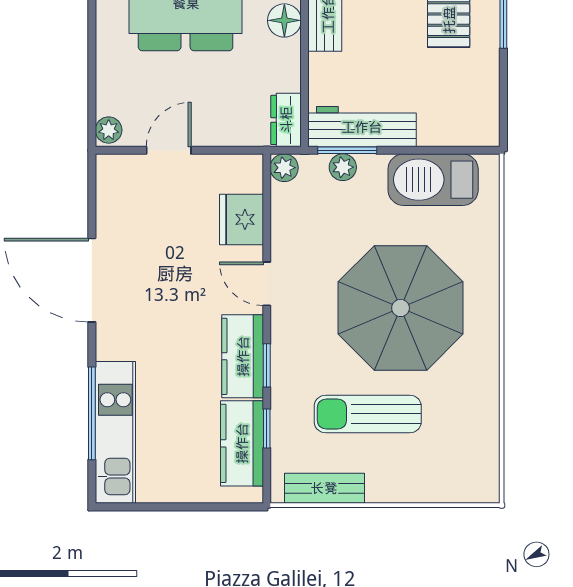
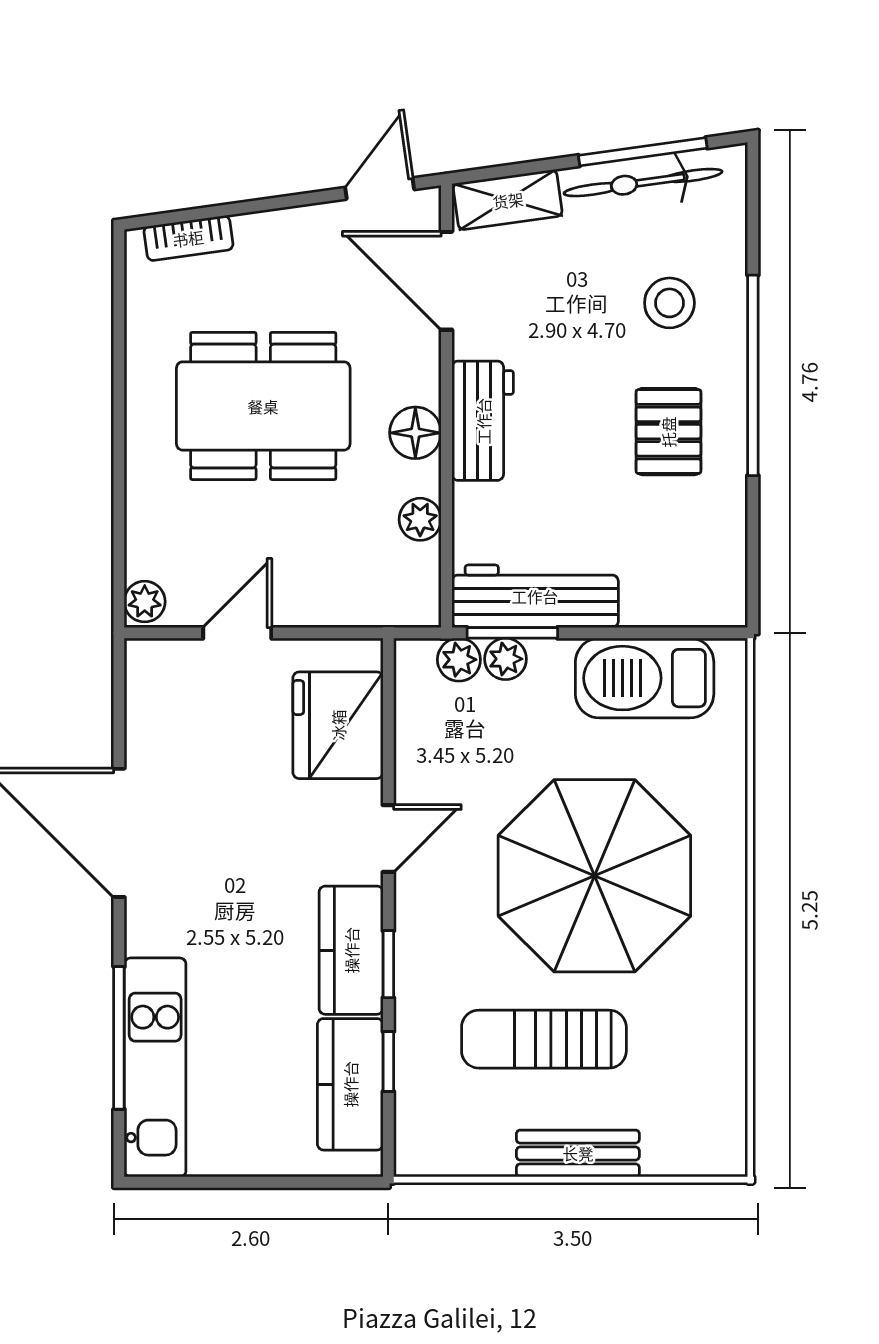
plant: (287, 77) -> (420, 519), added
dresser: (286, 120) -> (418, 586), removed
plant: (284, 168) -> (459, 660), moved
fridge: (241, 219) -> (338, 725), width x1.36, depth x1.34
door: (267, 284) -> (388, 838), swing flipped
bench: (324, 488) -> (578, 1153), moved

